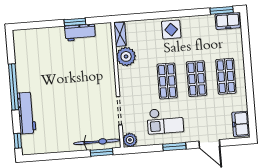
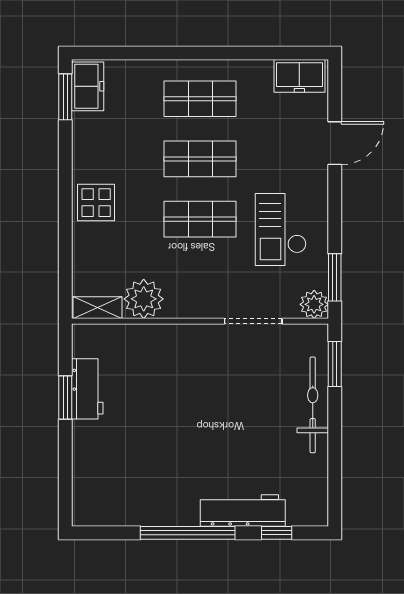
checkout: (165, 121) -> (281, 229), turned 180
window: (18, 141) -> (277, 533), moved
bicycle: (97, 142) -> (313, 405), moved
window: (174, 147) -> (335, 277), moved

